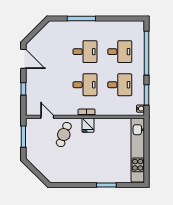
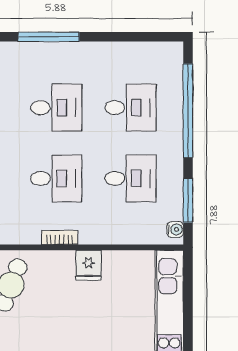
fridge: (88, 125) -> (89, 265), moved

